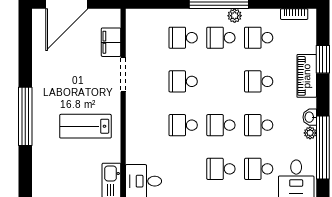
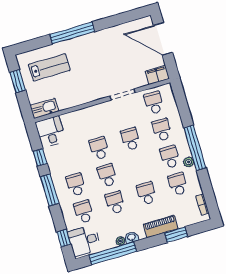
school desk: (145, 38) -> (154, 103), added
filing cabinet: (111, 42) -> (157, 75), moved
lab bench: (85, 126) -> (49, 67), moved, turned 90

